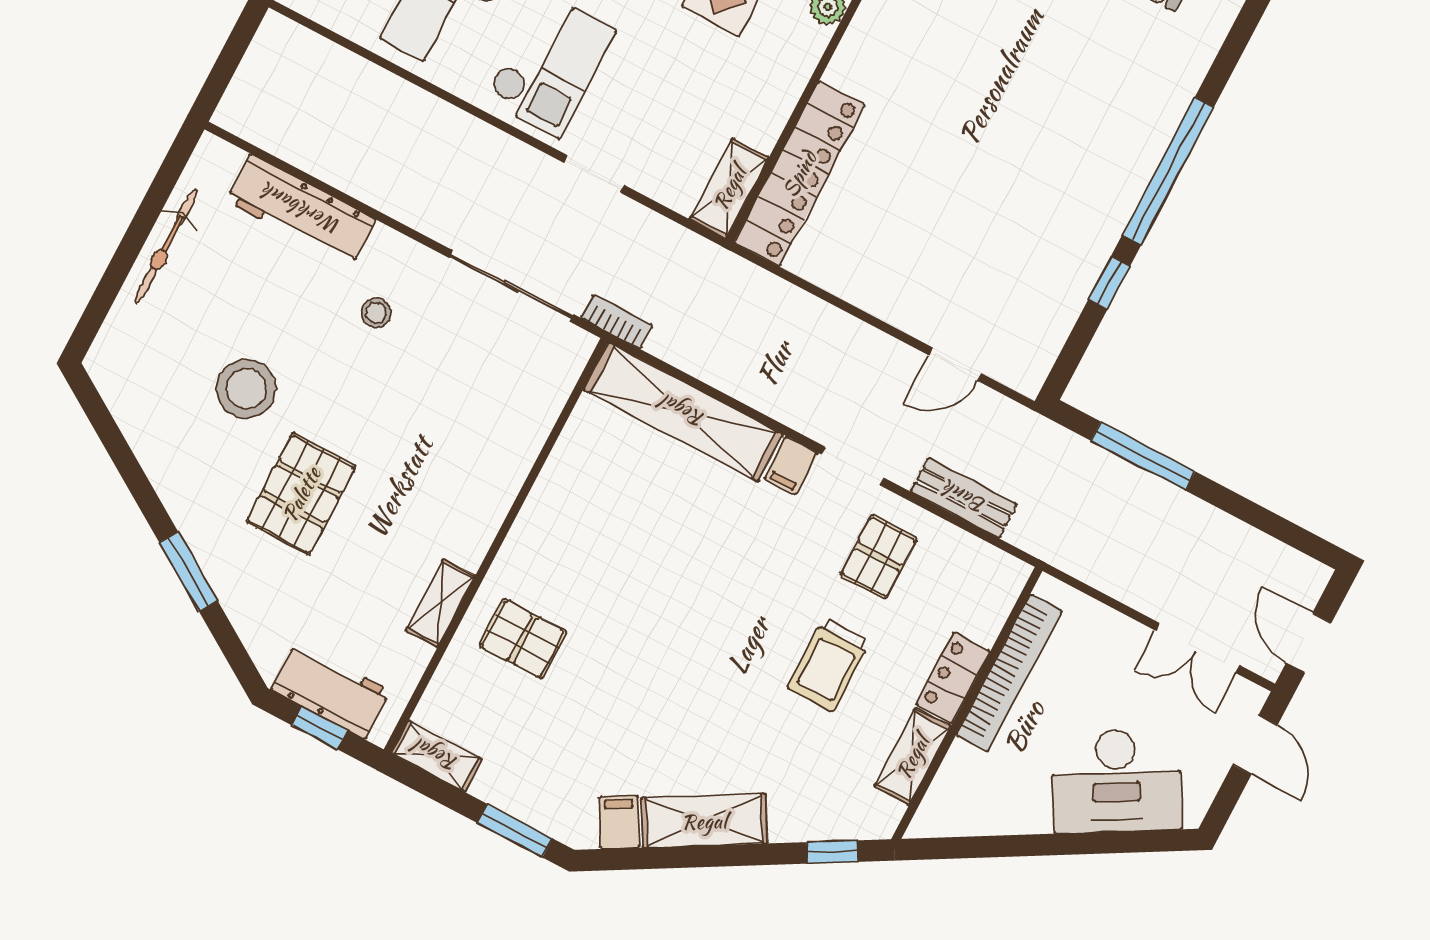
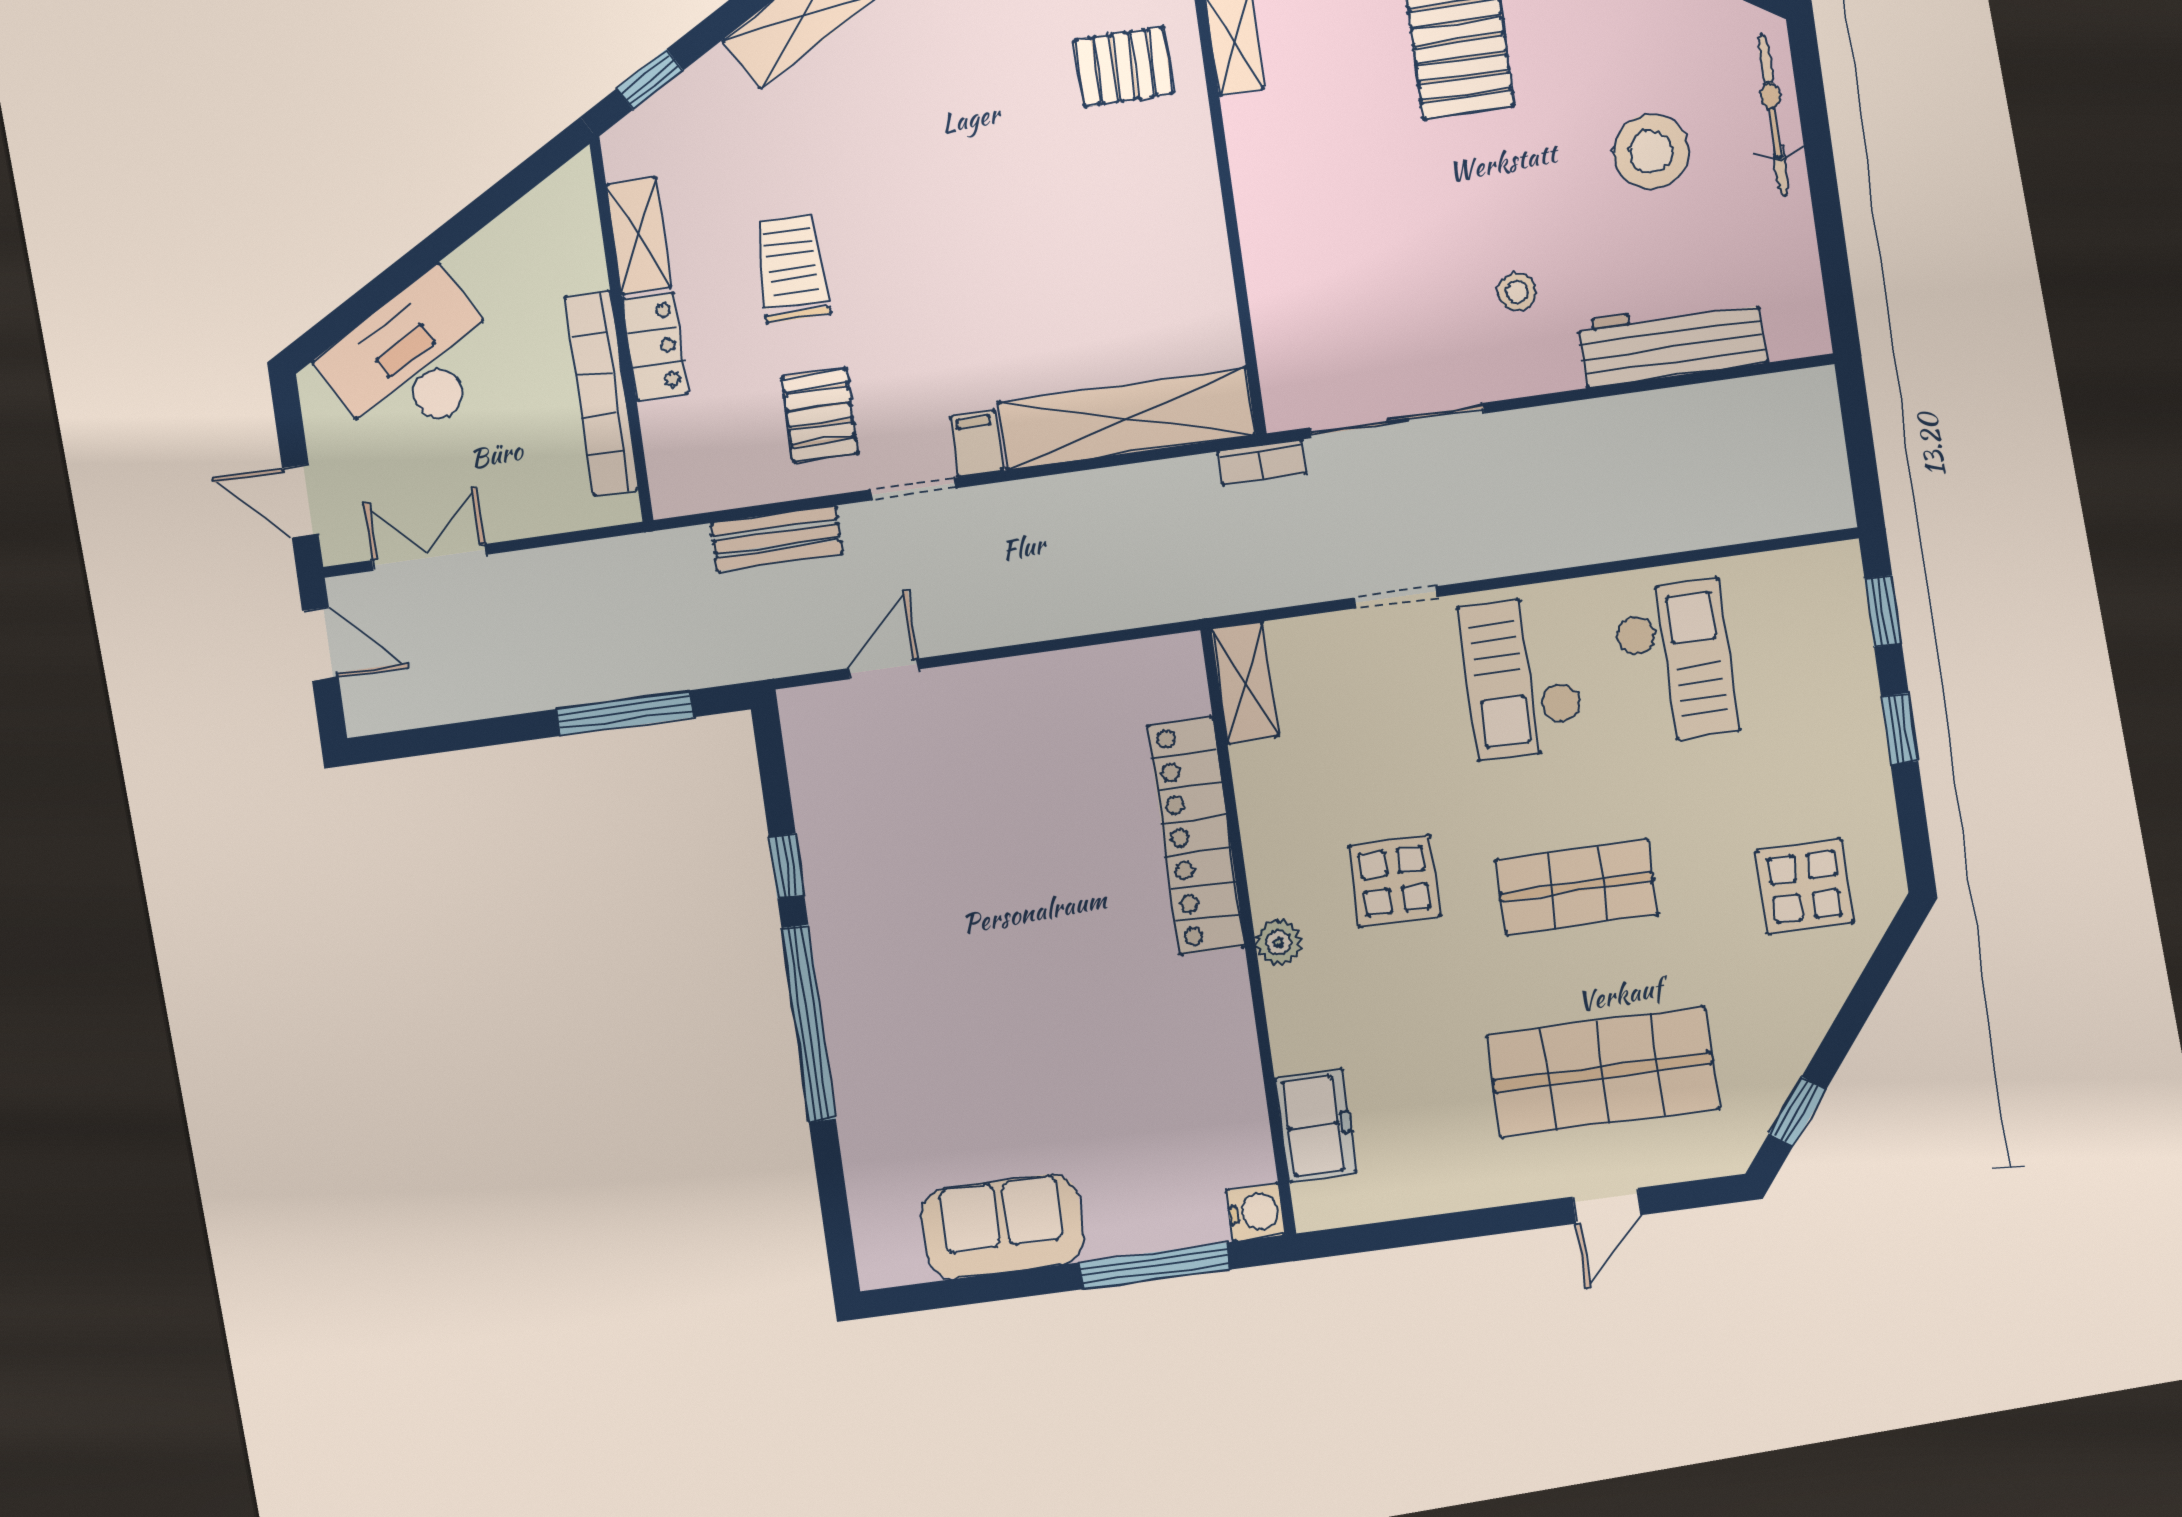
locker: (799, 174) -> (1196, 836), moved
bicycle: (166, 246) -> (1773, 115), moved
stool: (246, 389) -> (1651, 152), moved

